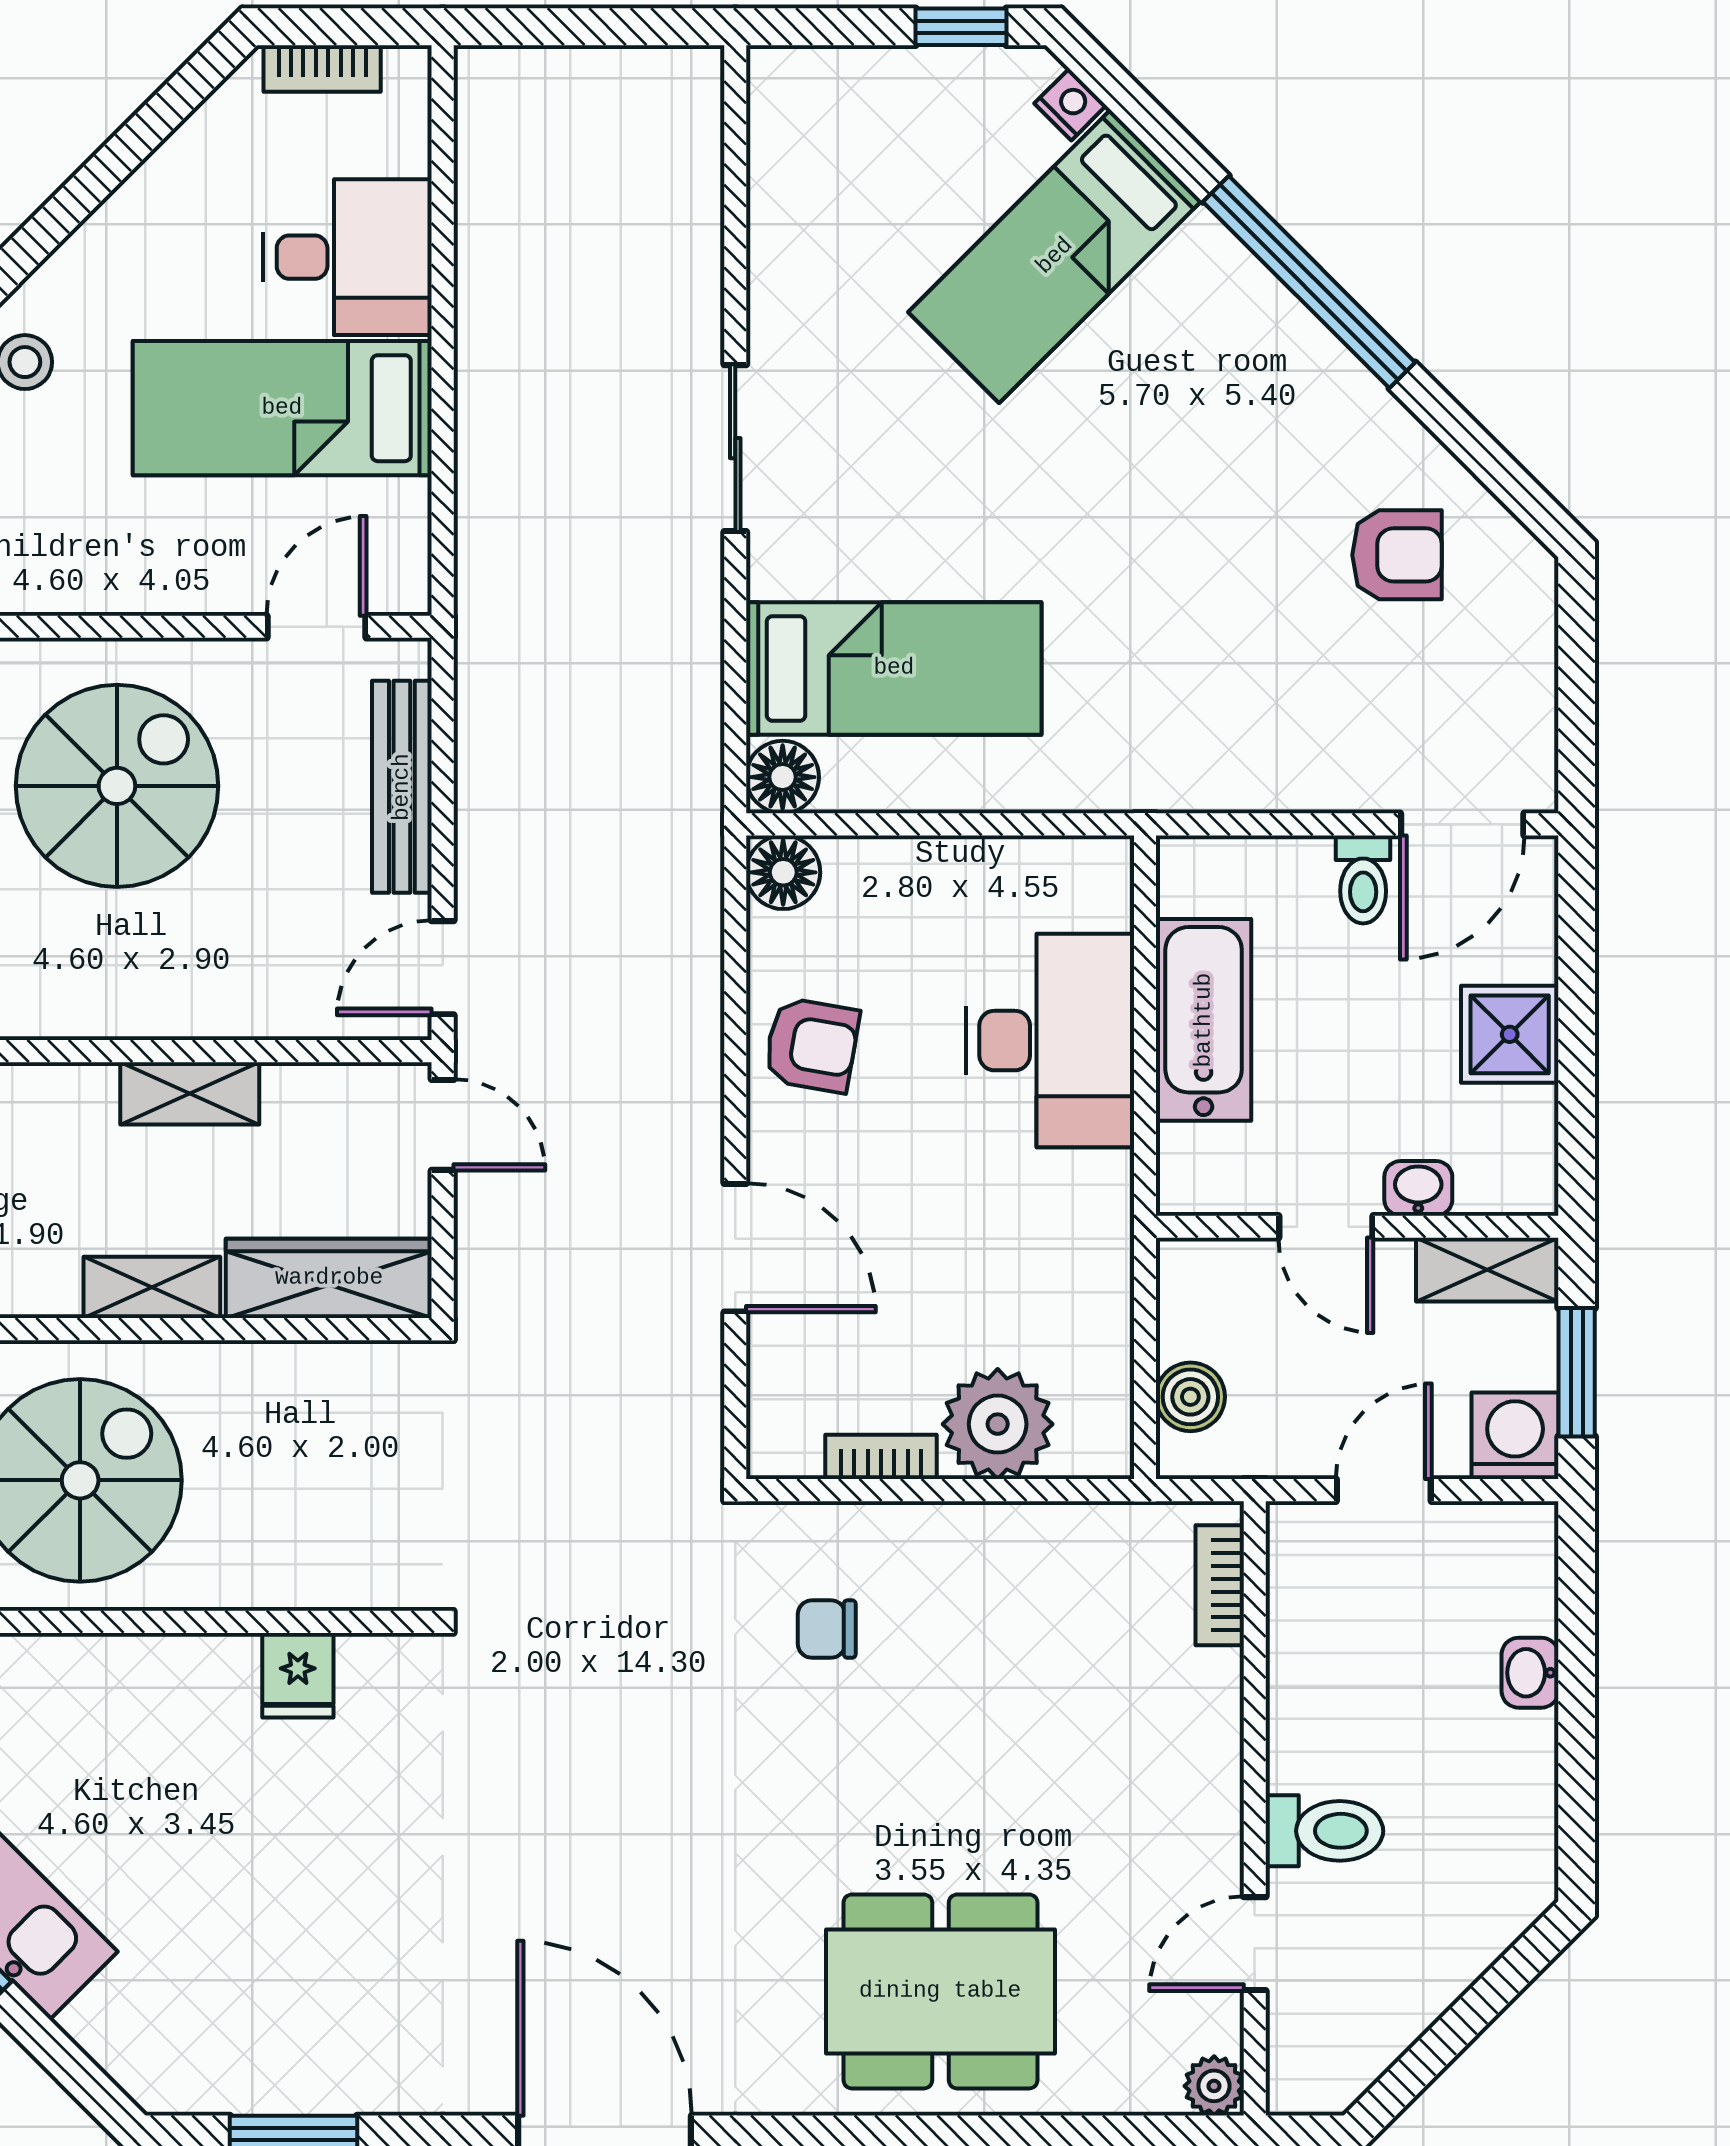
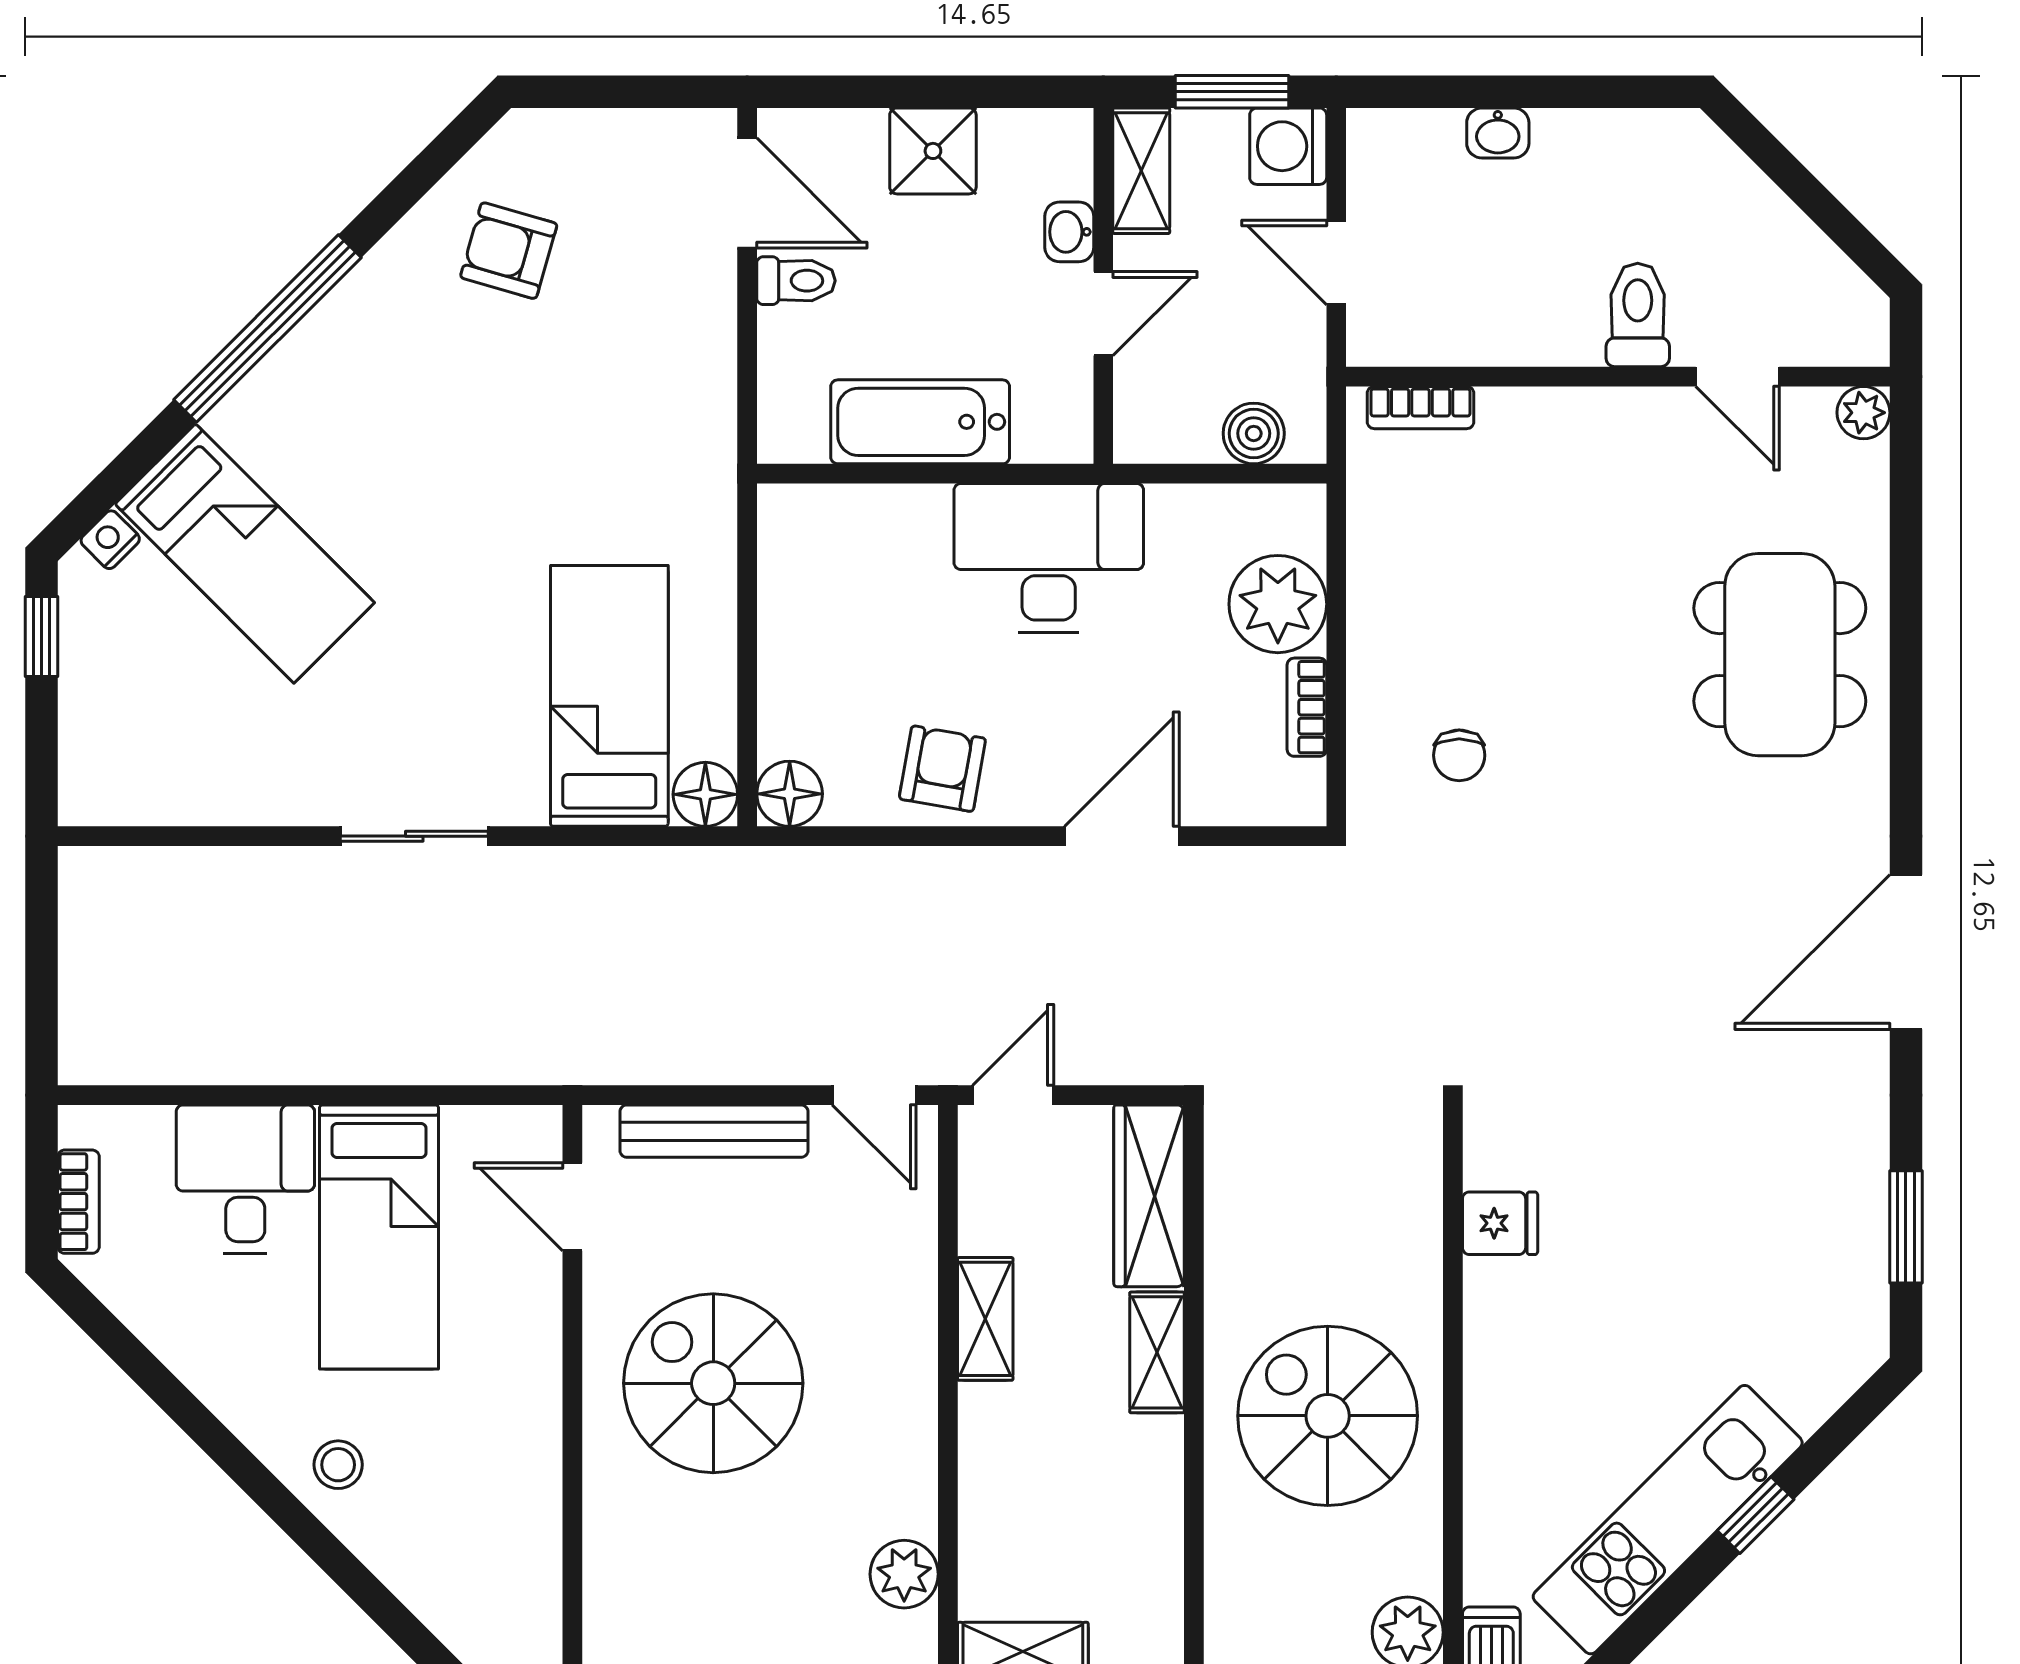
armchair: (1397, 555) -> (509, 251), turned -74
desk: (1050, 1041) -> (1049, 558), moved

